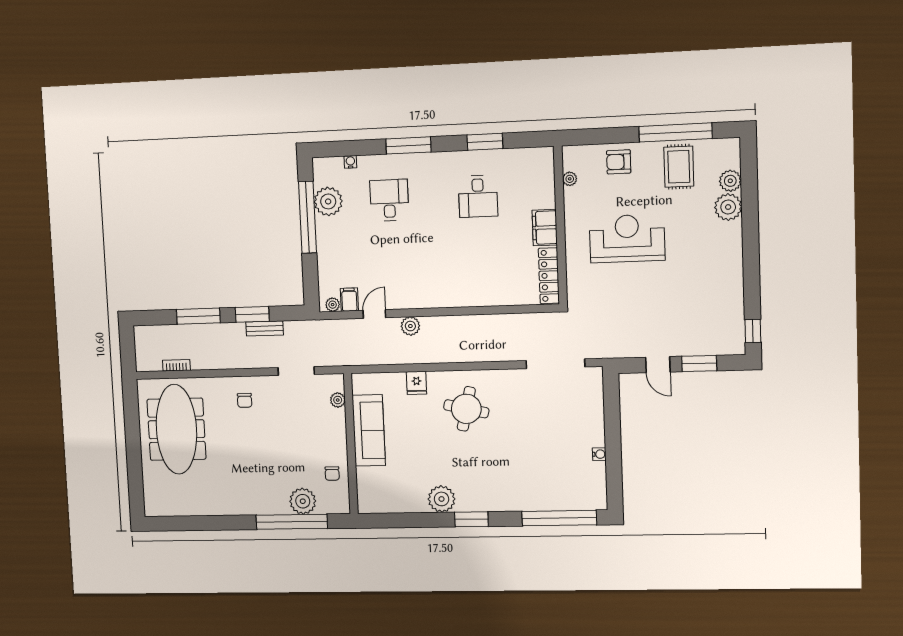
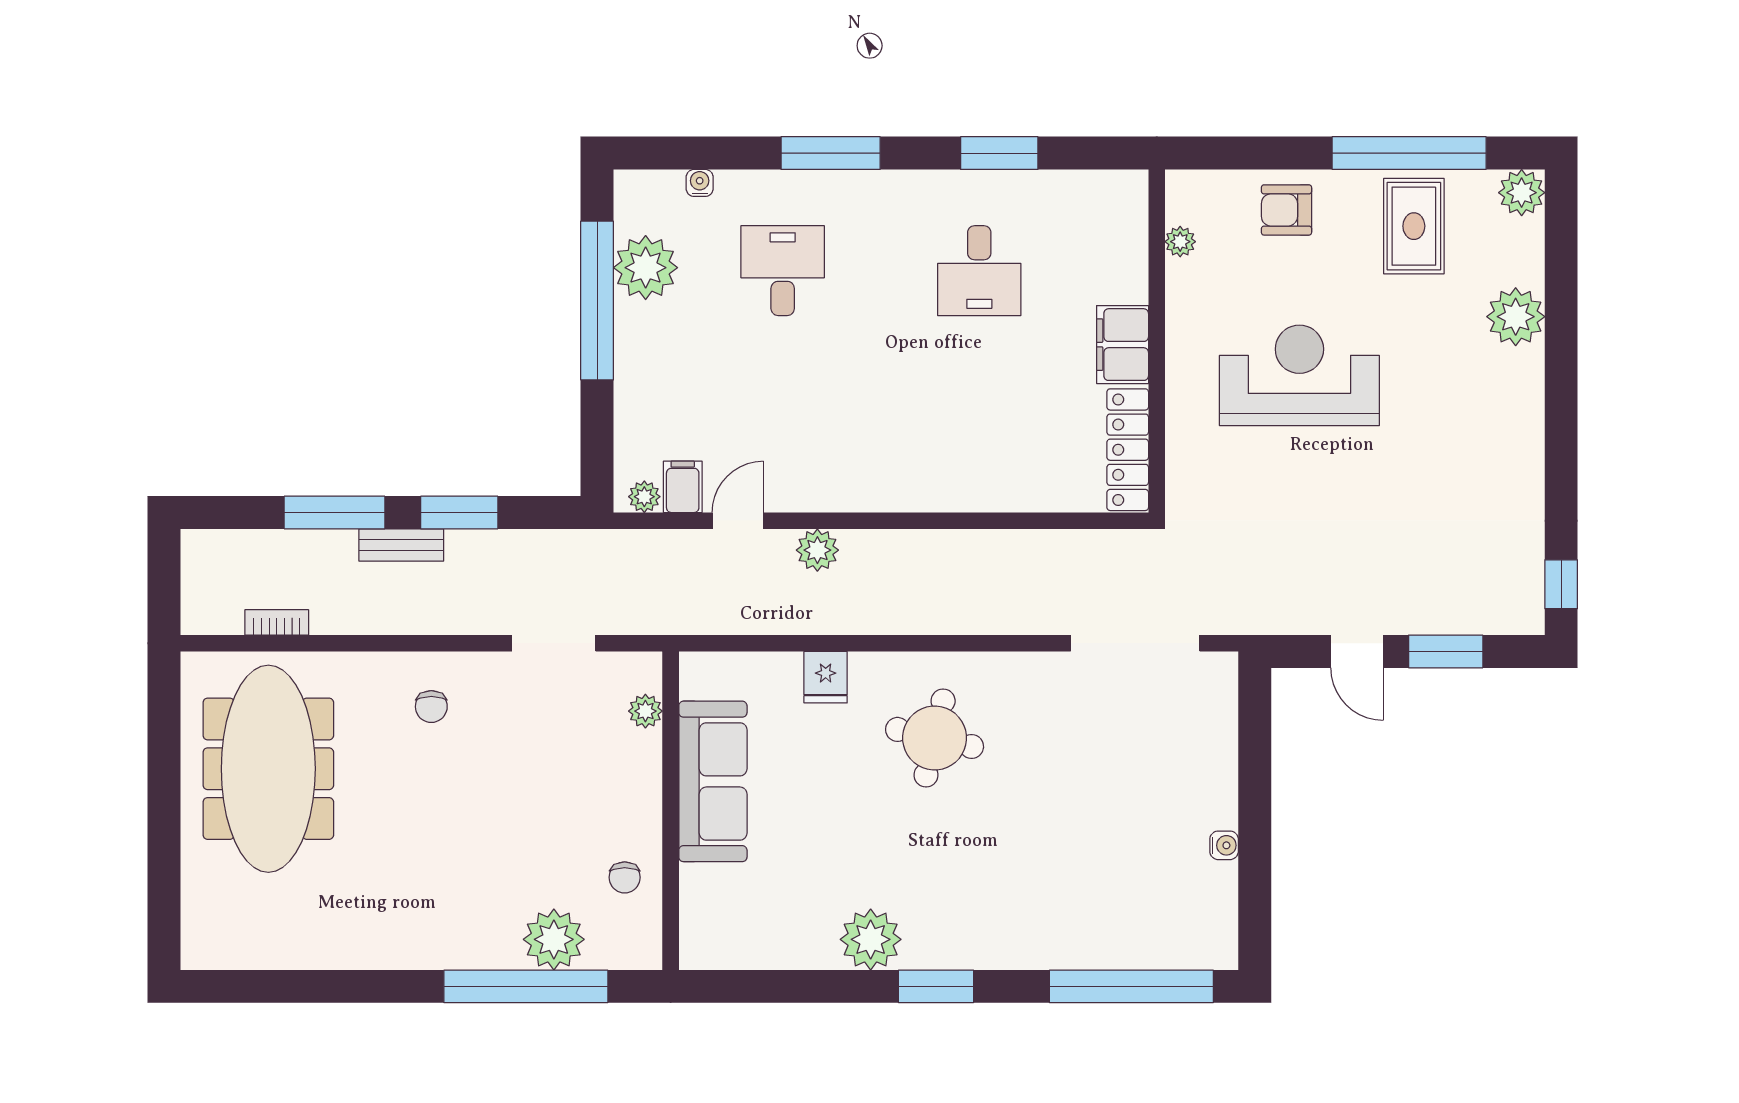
plant: (730, 181) -> (1522, 193), moved
bench: (265, 328) -> (401, 545), moved

